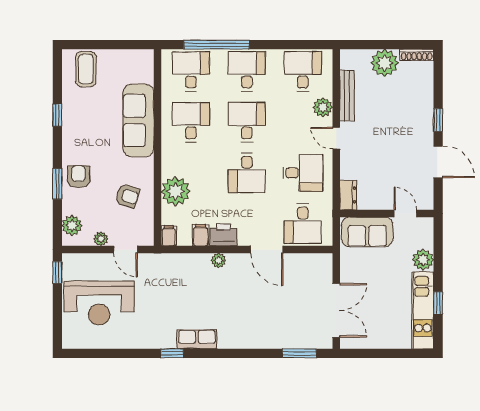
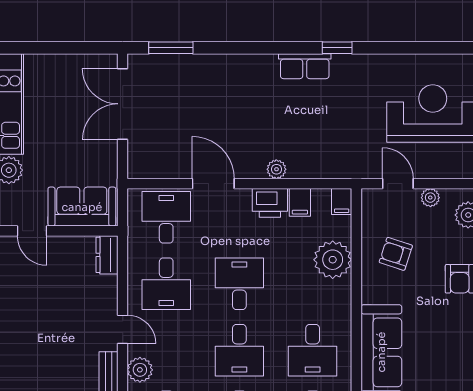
desk: (303, 173) -> (166, 284), turned -90

